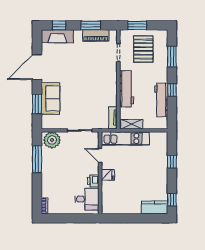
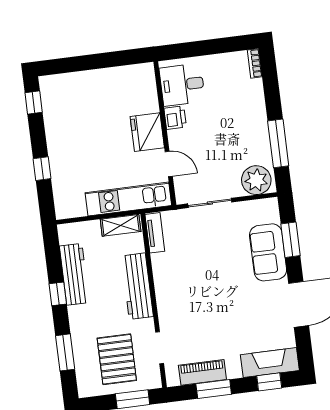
fridge: (108, 175) -> (147, 132), width x1.88, depth x1.34
kitchen counter: (155, 207) -> (62, 85), removed

